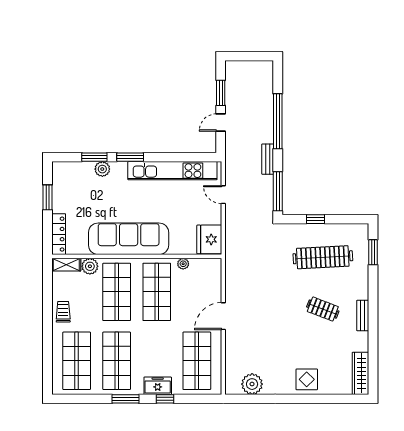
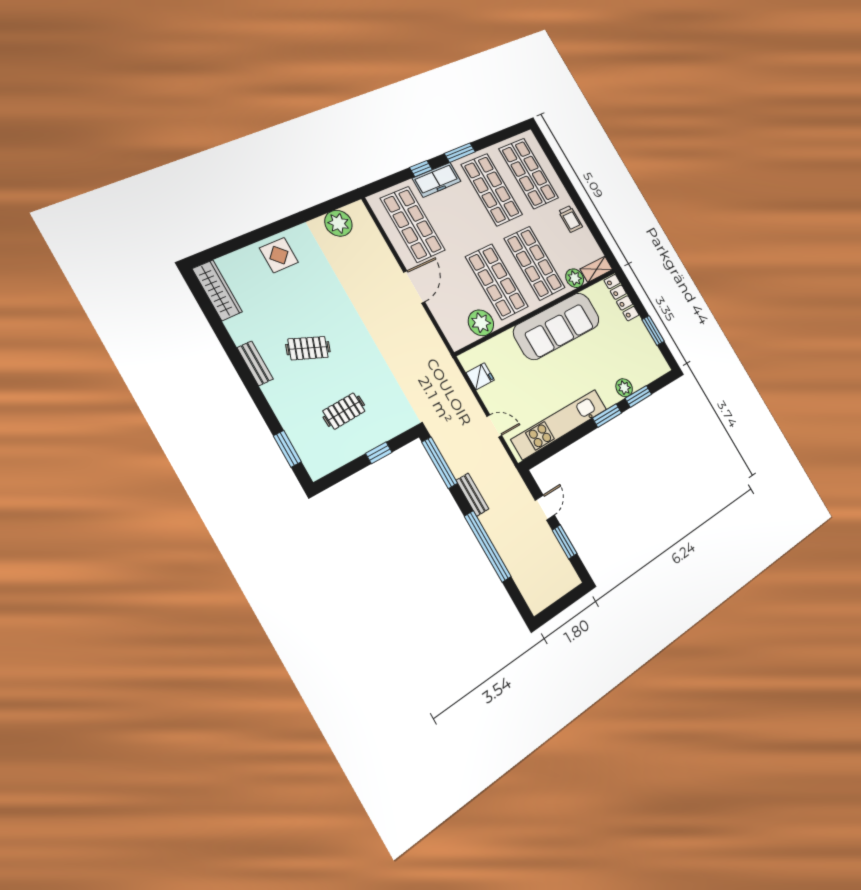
fridge: (209, 239) -> (480, 376), width x0.53, depth x0.75
clothes rail: (323, 257) -> (344, 411), width x0.54, depth x0.76
plant: (183, 264) -> (481, 323), width x1.87, depth x1.87
freezer: (158, 386) -> (437, 180), width x1.40

